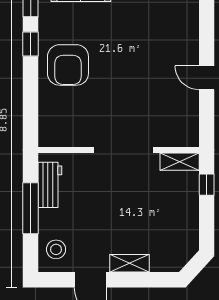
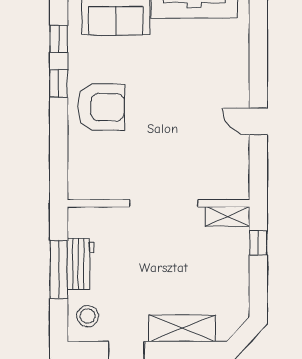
armchair: (68, 65) -> (101, 107), turned -90
workbench: (50, 185) -> (81, 264), moved
shelving: (130, 263) -> (182, 328), width x1.50, depth x1.33

